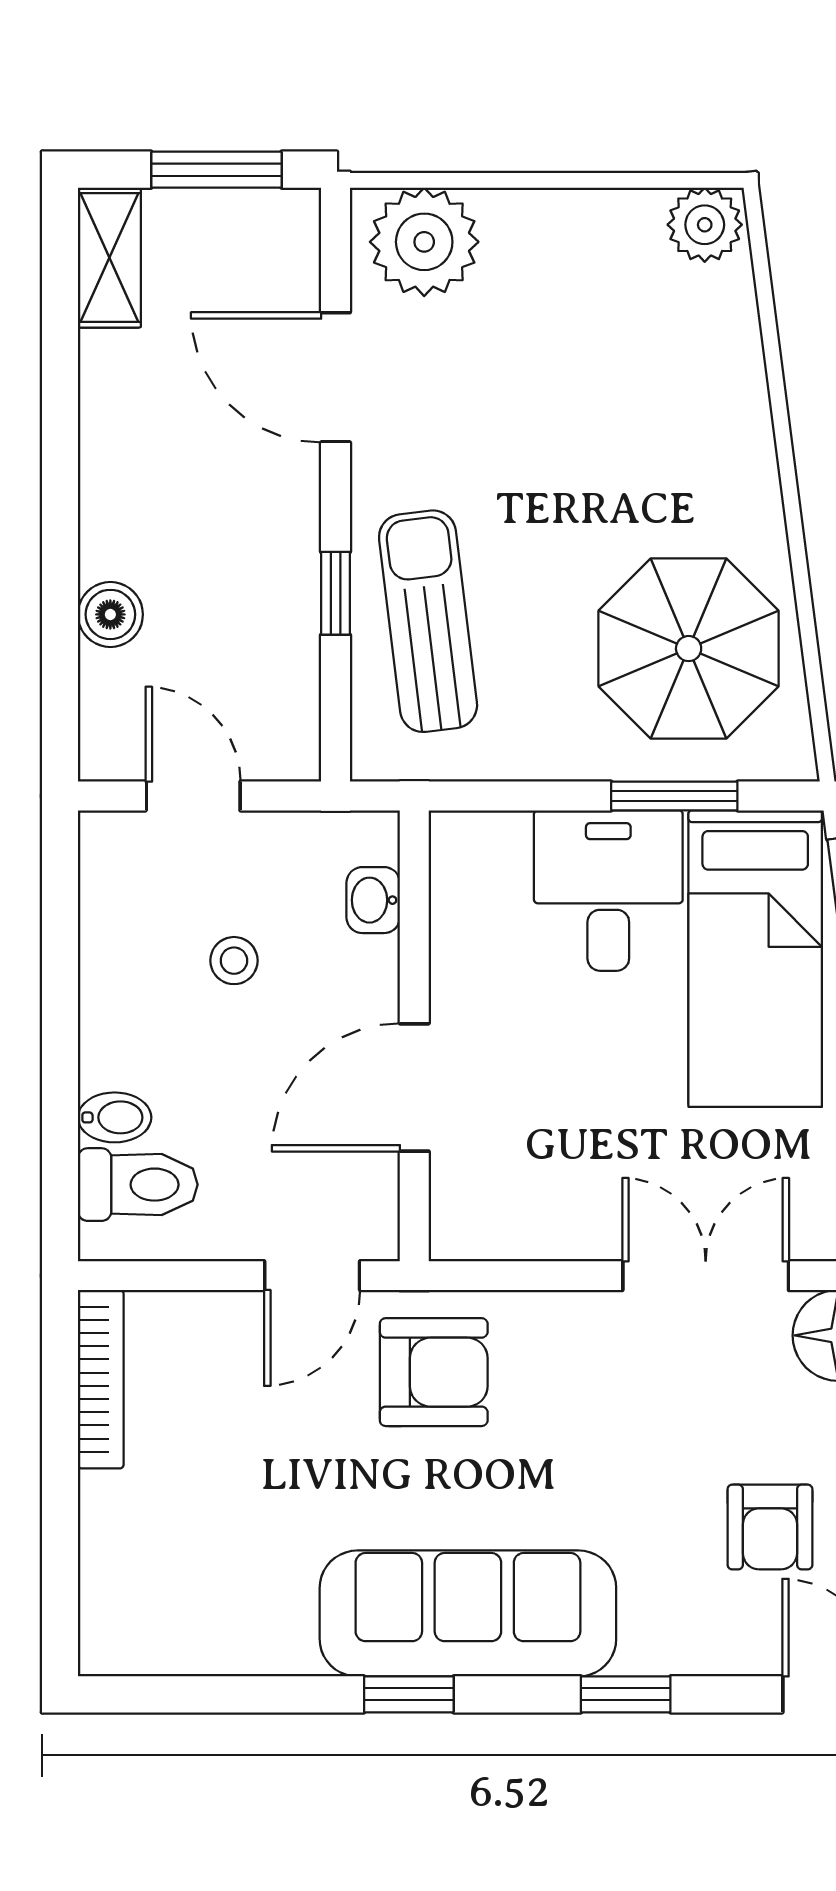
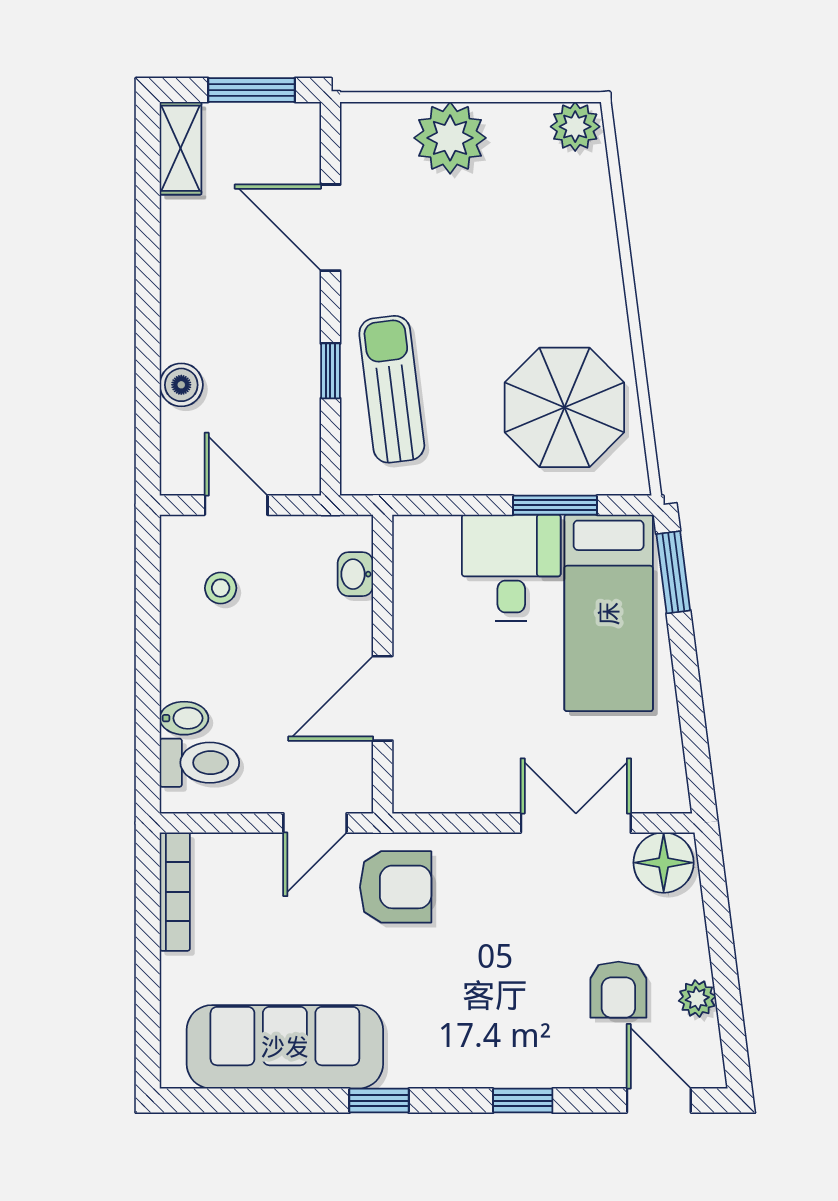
plant: (424, 242) -> (450, 138), moved
stool: (234, 961) -> (221, 588), moved
sofa: (468, 1613) -> (285, 1047), moved

